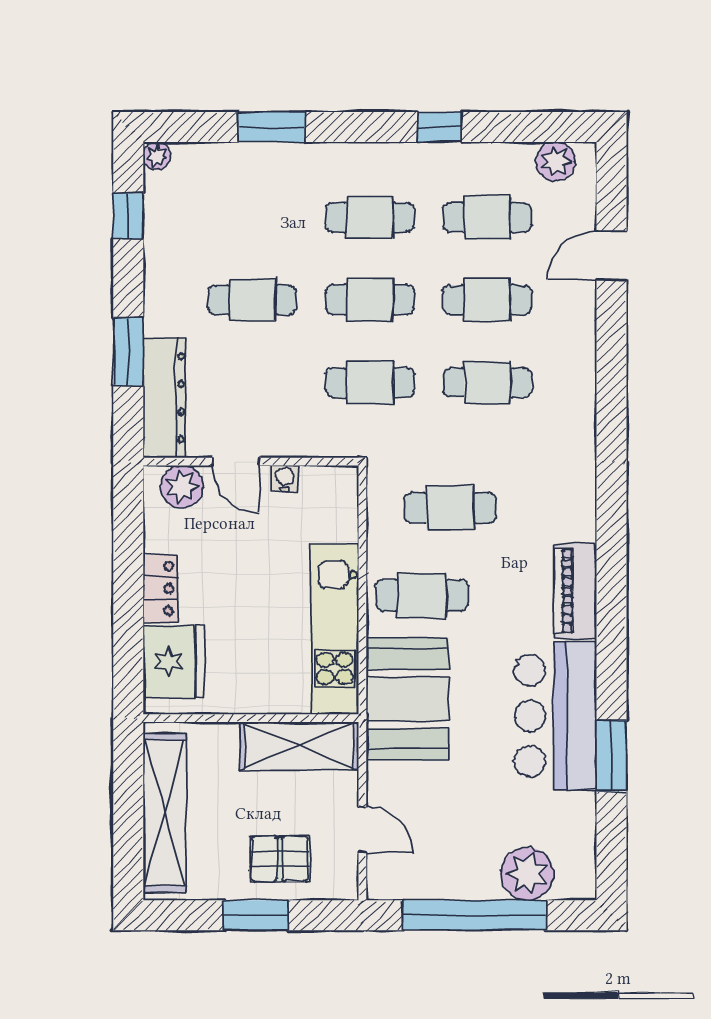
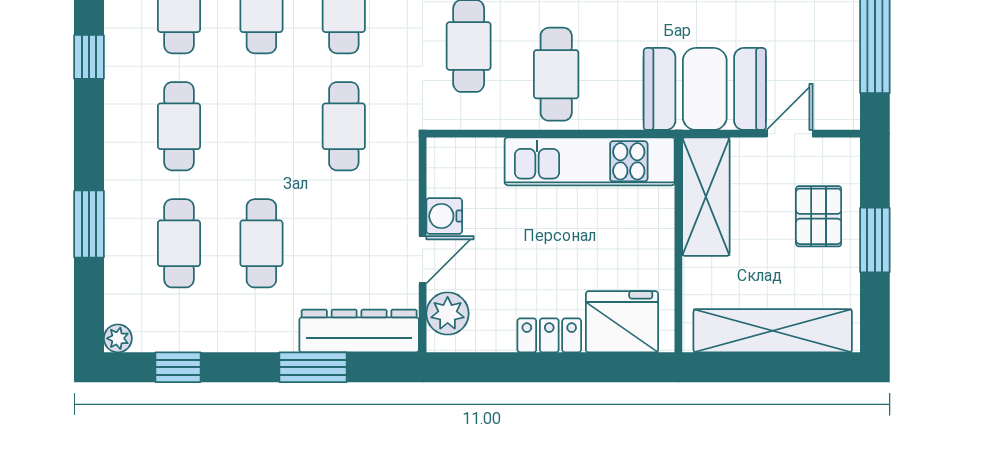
cafe table: (370, 300) -> (179, 243), moved
water cooler: (285, 478) -> (444, 216), width x1.38, depth x1.38
booth: (407, 699) -> (705, 89), moved

